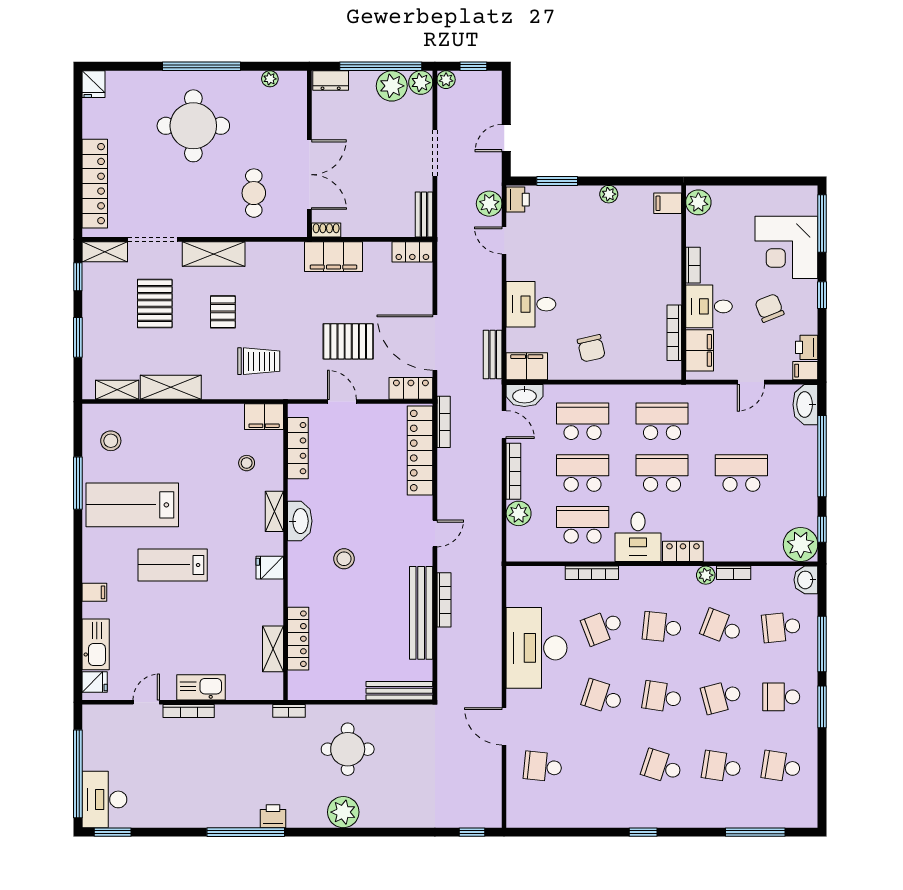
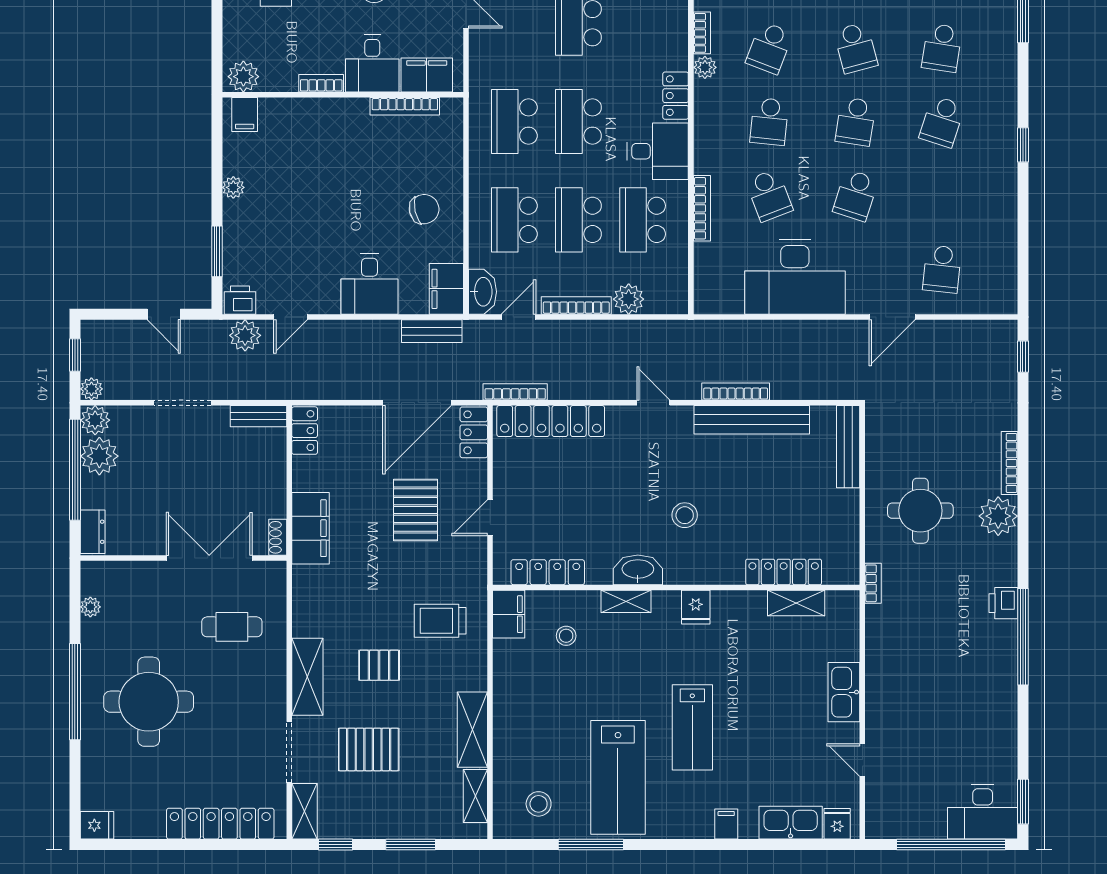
trolley: (259, 361) -> (440, 621), turned -90
bookcase: (189, 711) -> (1010, 463), moved, turned 180

